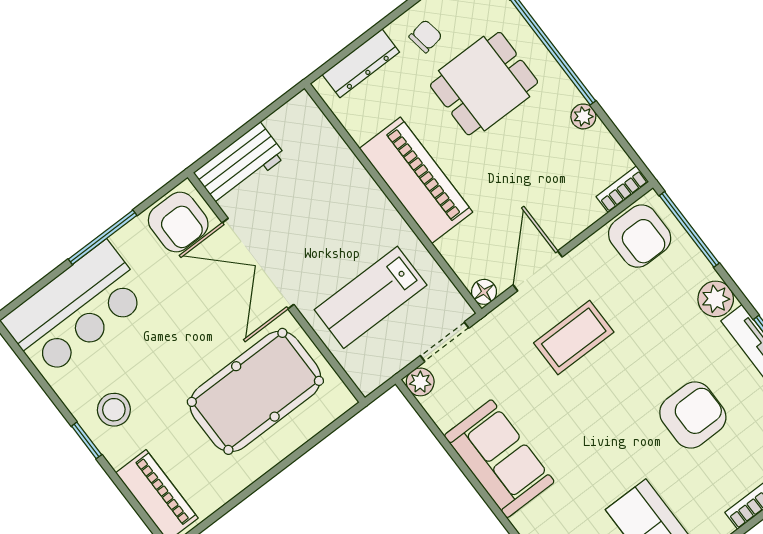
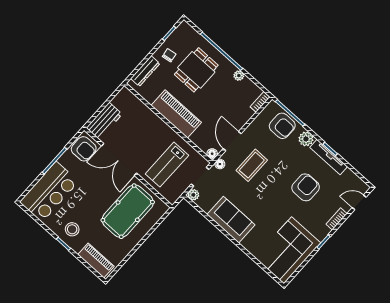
armchair: (640, 236) -> (282, 126), moved
floor lamp: (498, 320) -> (220, 164), added

